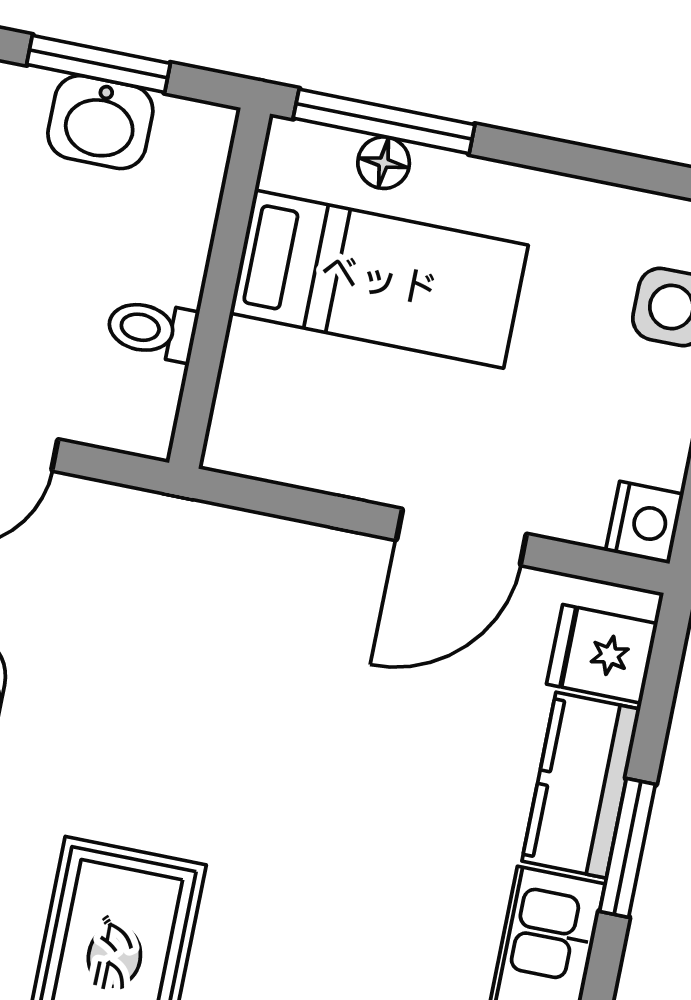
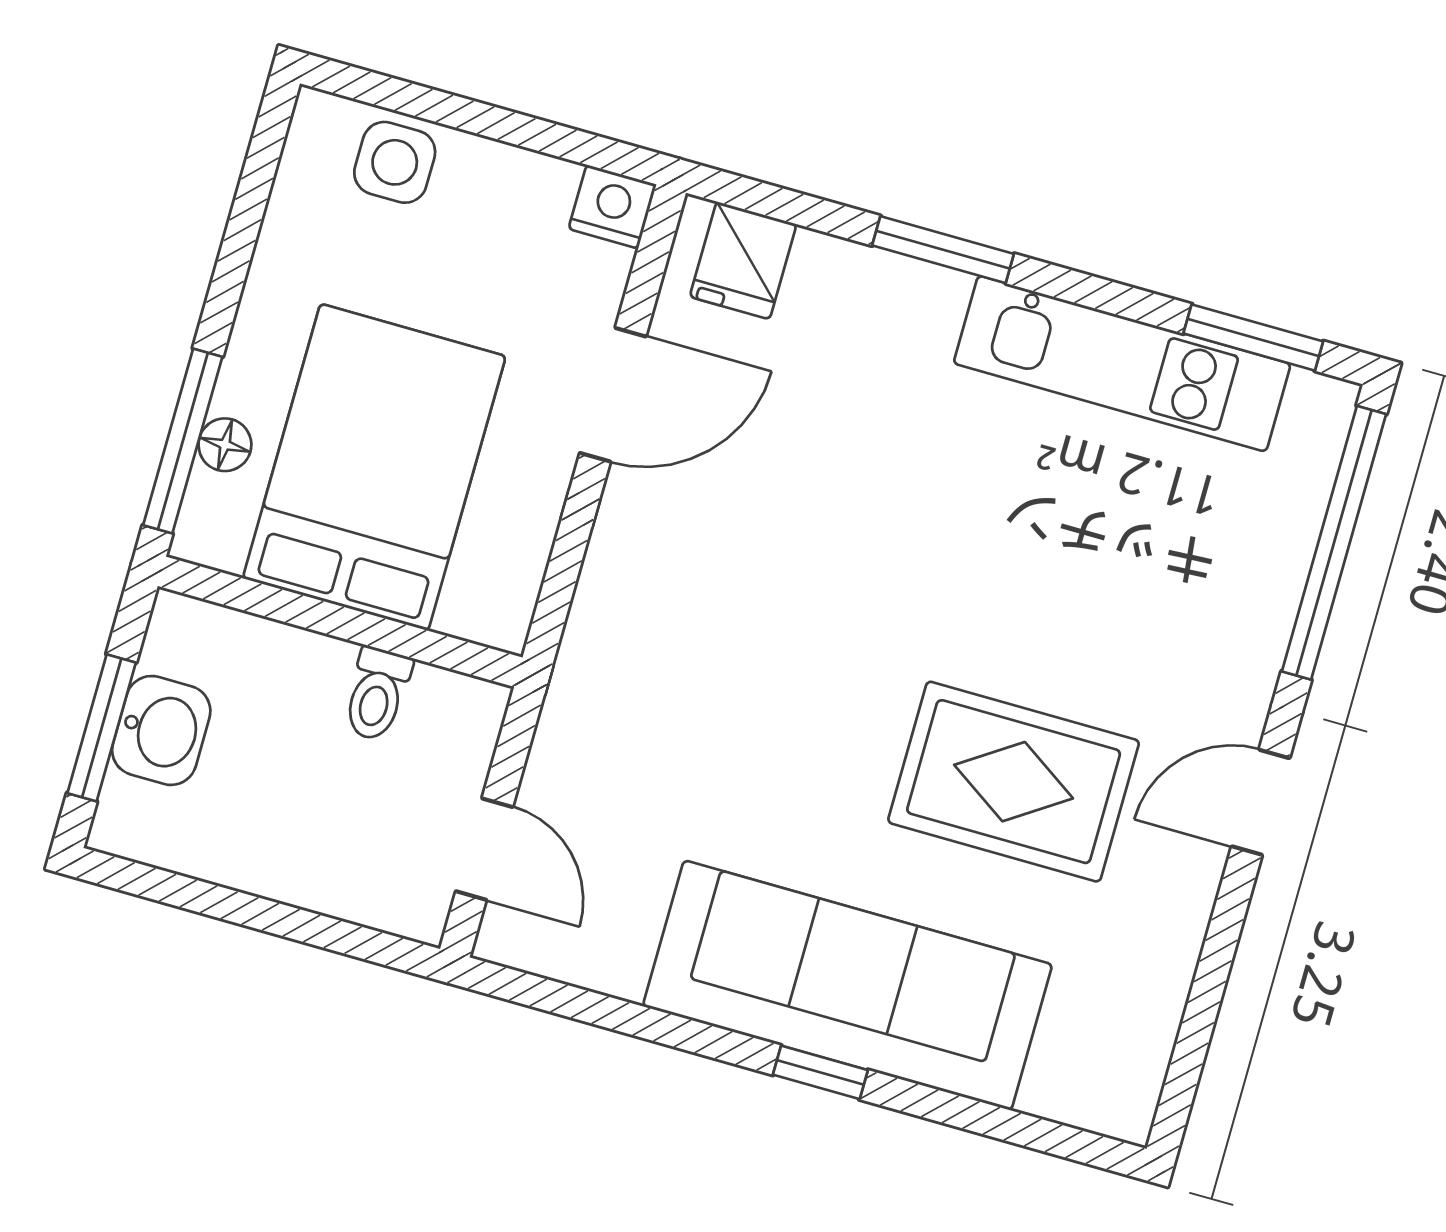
bed: (379, 279) -> (374, 467), width x1.50
door: (461, 537) -> (613, 395), hinge flipped
kitchen counter: (581, 785) -> (875, 292), removed

